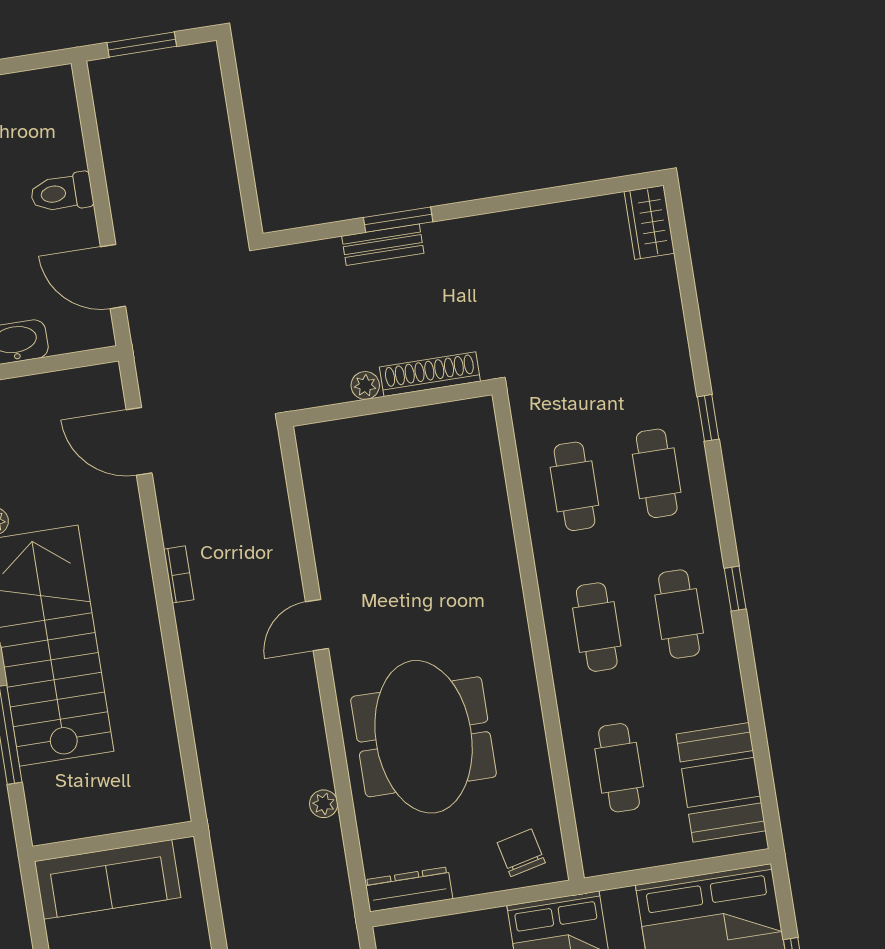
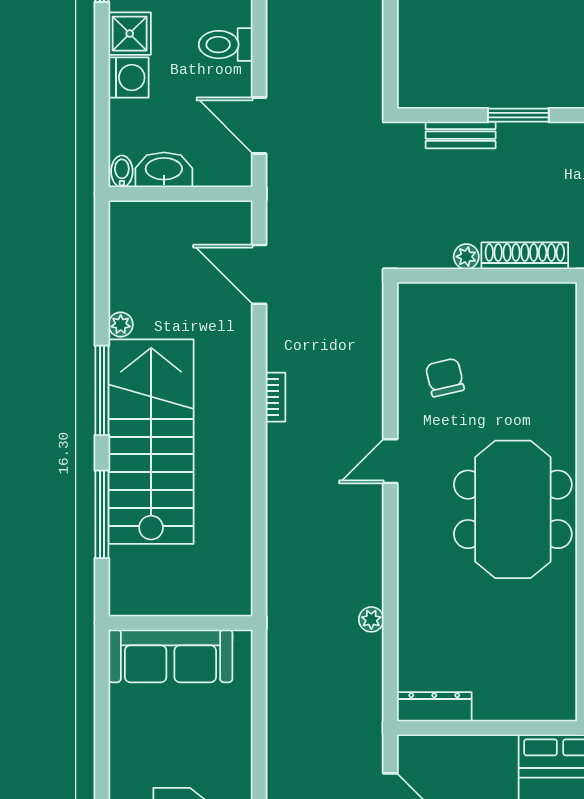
bench: (383, 245) -> (461, 135), moved
meeting table: (424, 737) -> (513, 509), moved
chair: (521, 853) -> (445, 377), moved

